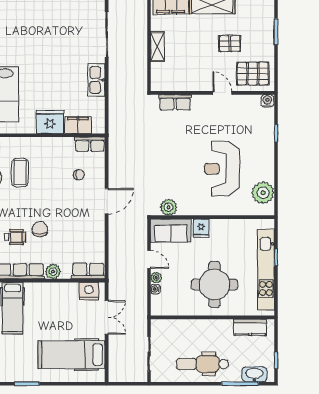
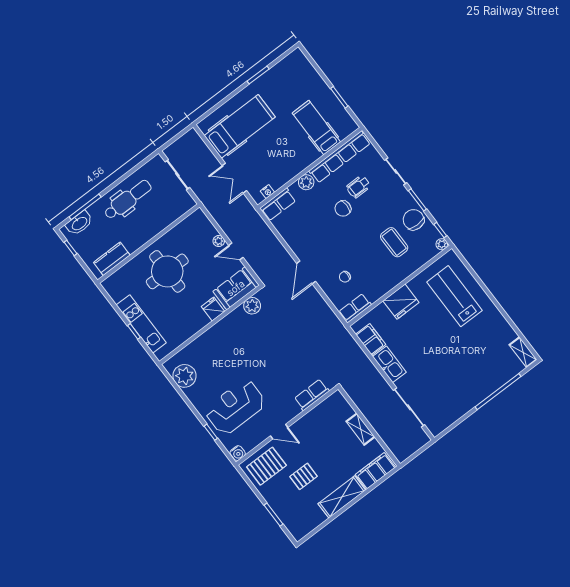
filing cabinet: (78, 125) -> (371, 339), moved, turned -90
reception desk: (222, 169) -> (235, 407), moved, turned -90
chair: (40, 229) -> (343, 208), turned 90
kitchen unit: (266, 270) -> (141, 324), width x0.73
water cooler: (155, 289) -> (212, 231), removed
nightstand: (89, 291) -> (267, 192), width x0.53, depth x0.56

